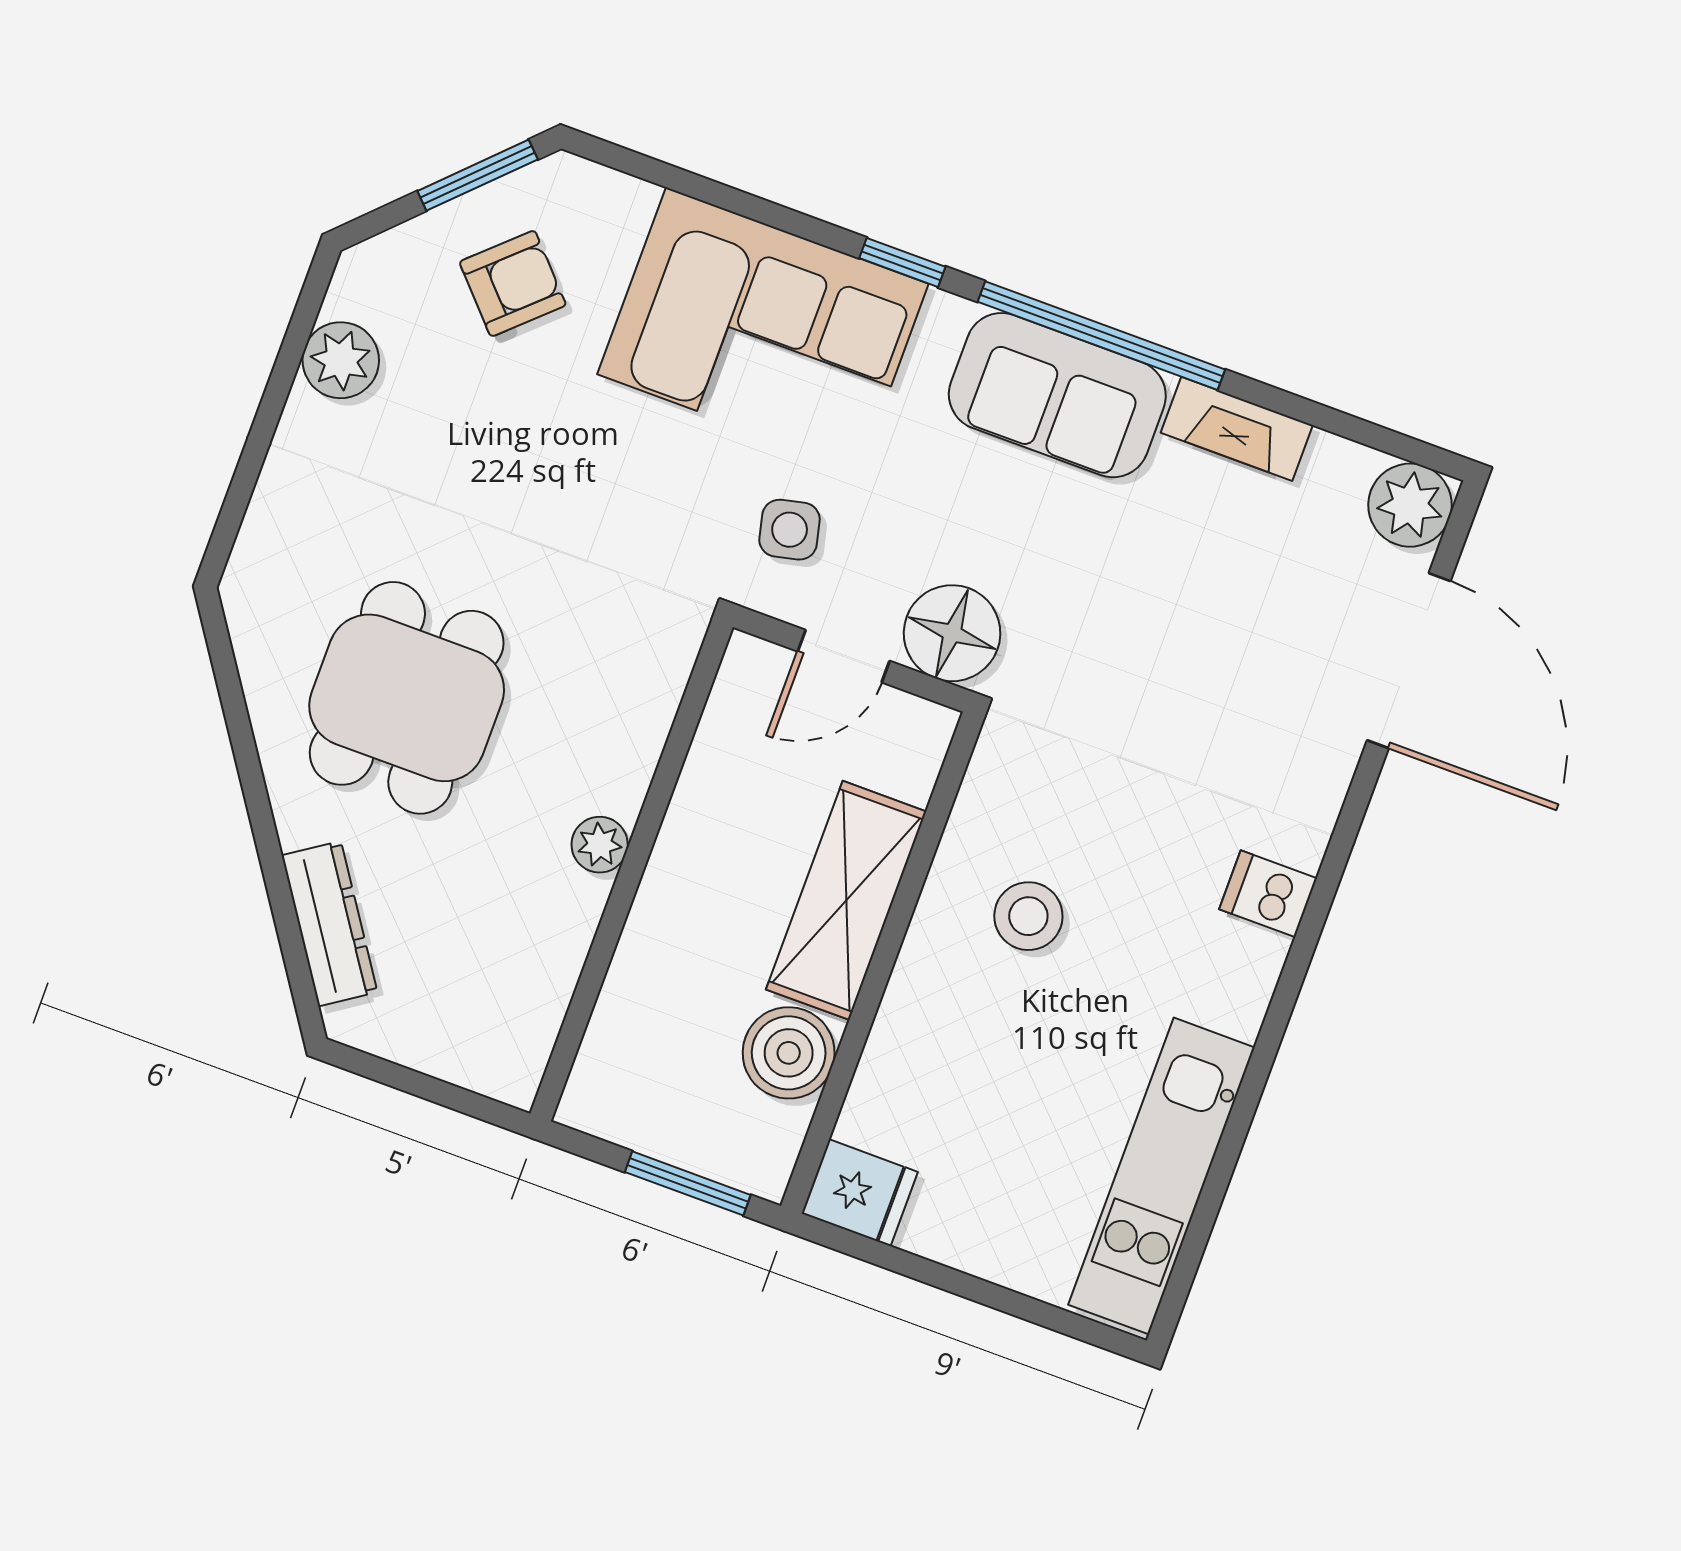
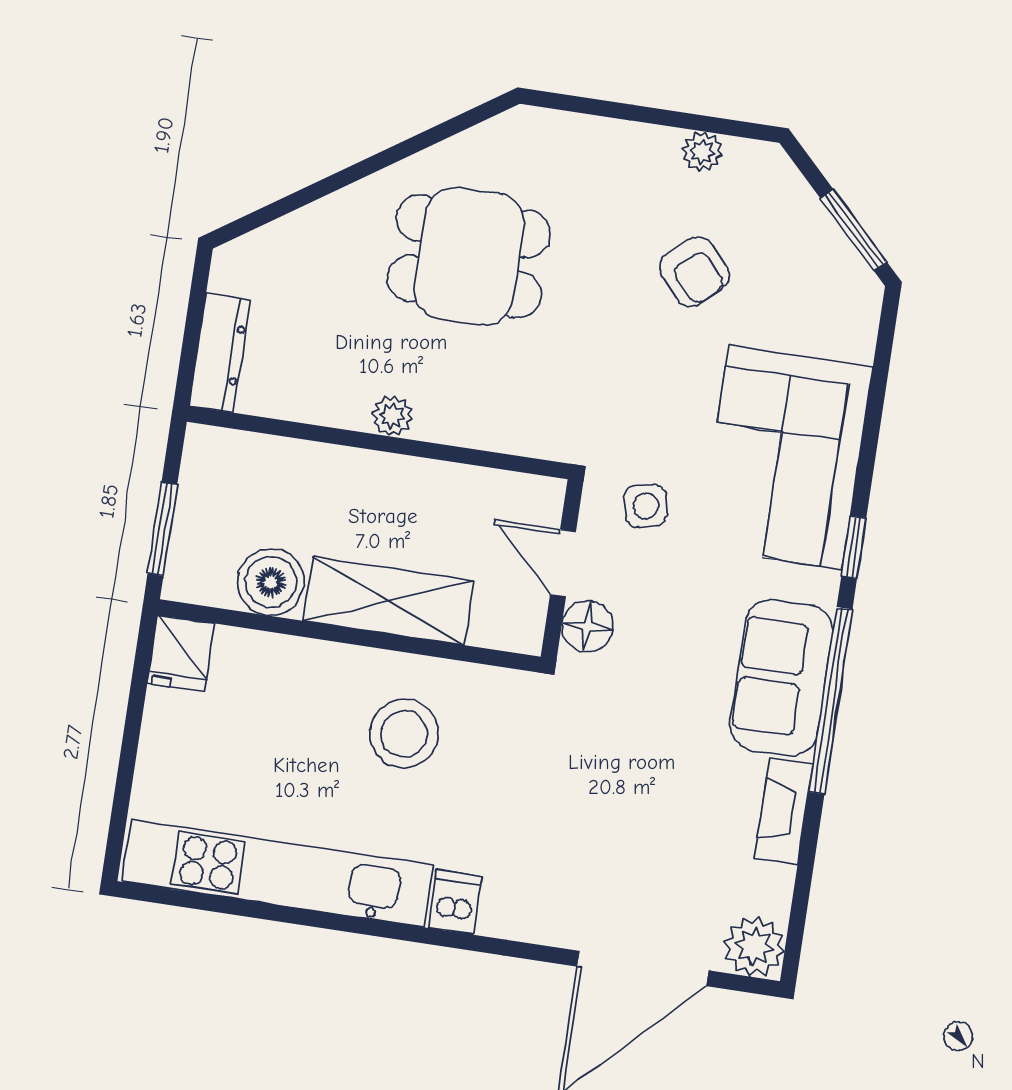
armchair: (513, 284) -> (695, 272), moved
plant: (341, 360) -> (702, 152), width x0.73, depth x0.73
floor lamp: (952, 633) -> (587, 626), width x0.73, depth x0.73
stool: (1028, 916) -> (404, 734), width x1.38, depth x1.38
dresser: (330, 924) -> (220, 353), moved, turned -56
kitchen unit: (1162, 1176) -> (278, 873), width x1.36

